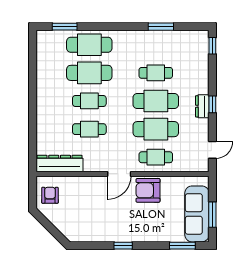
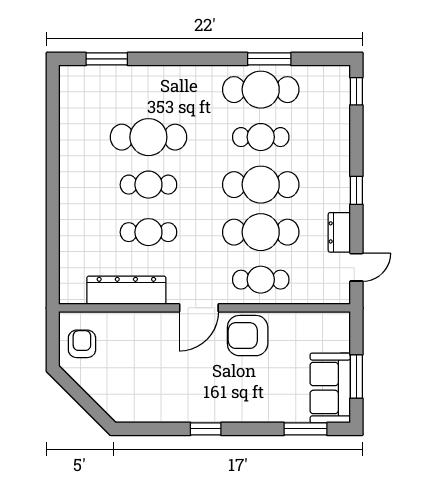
cafe table: (89, 45) -> (261, 90), moved
dresser: (202, 106) -> (339, 232), moved
dresser: (60, 164) -> (126, 290), moved
sofa: (197, 214) -> (330, 388), width x0.73

